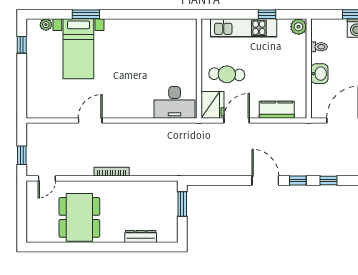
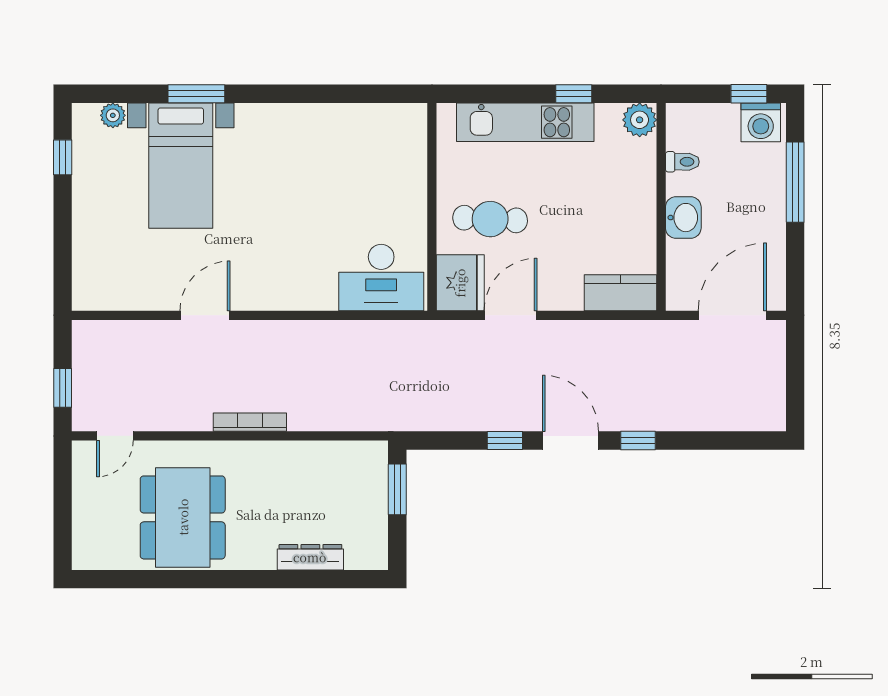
kitchen counter: (277, 110) -> (620, 293), moved
window: (328, 181) -> (505, 440), moved

